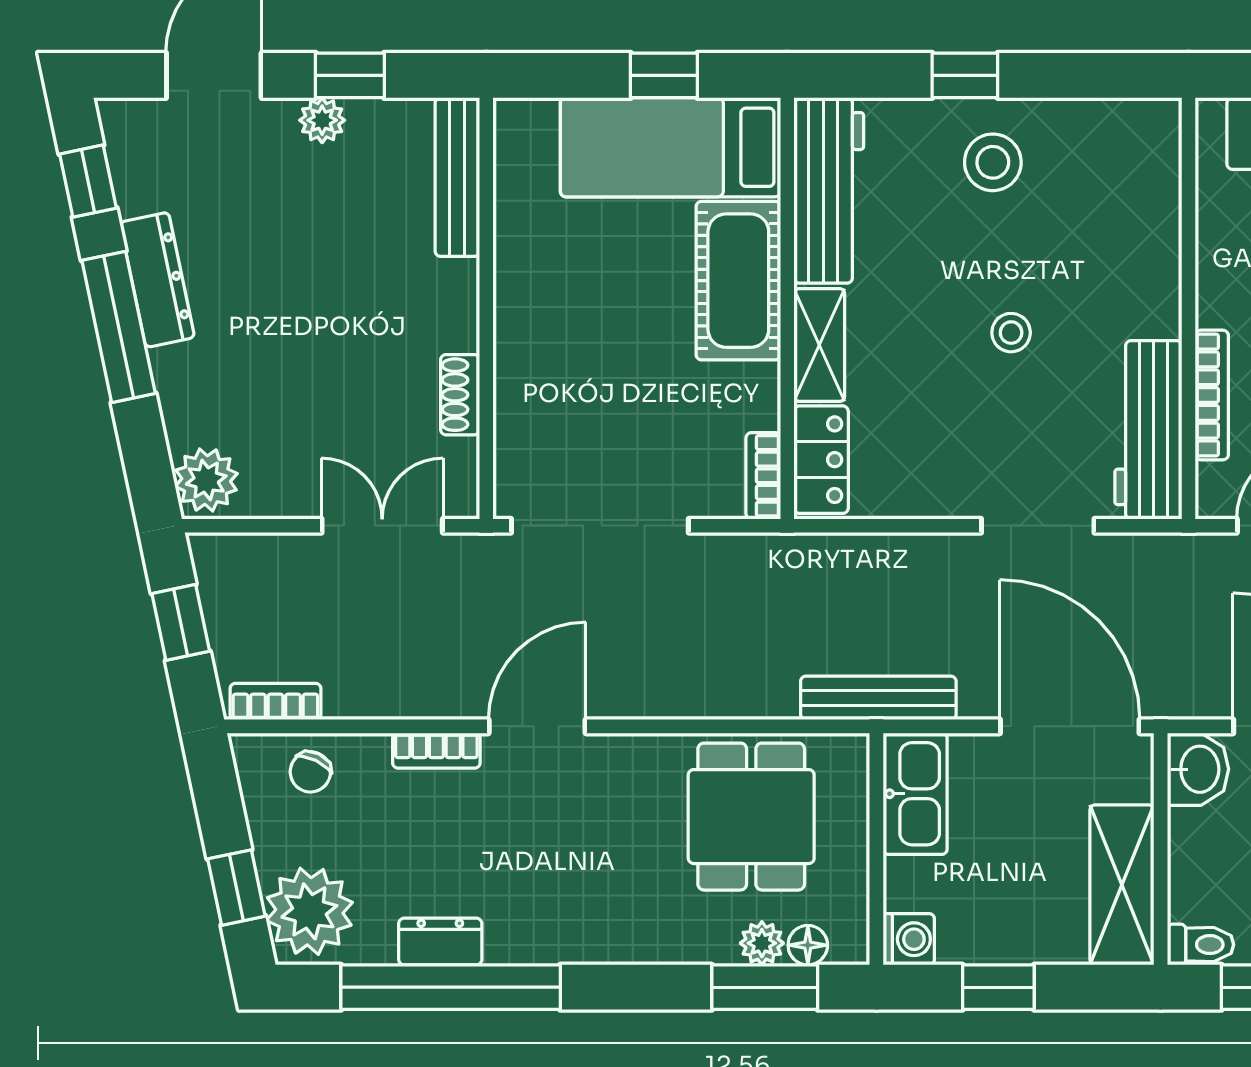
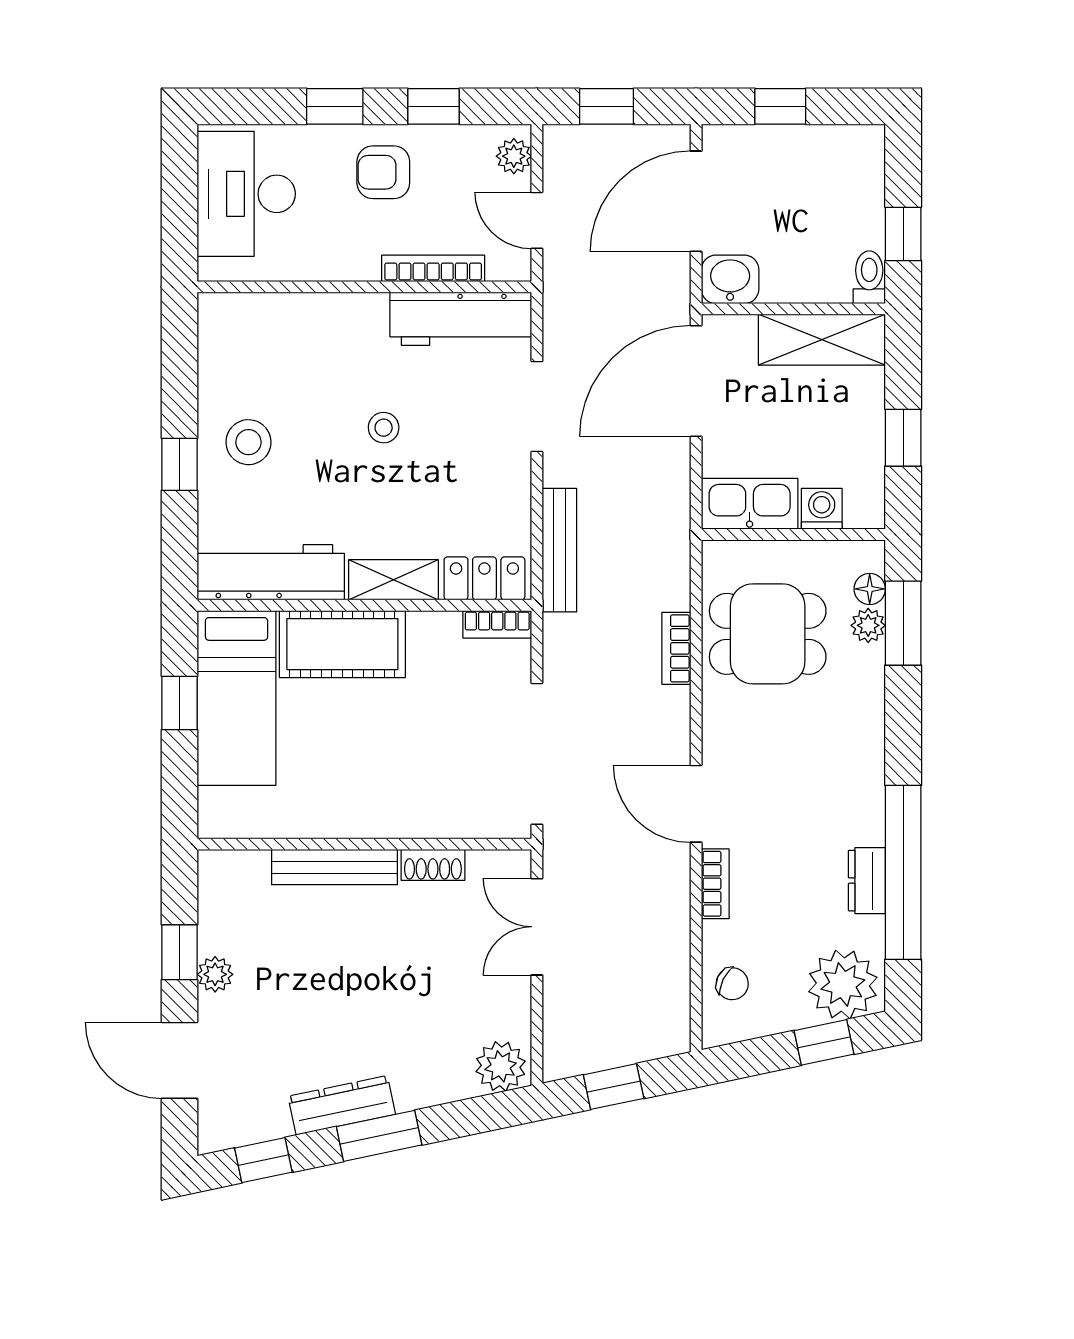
bench: (457, 177) -> (334, 867), moved
window: (119, 327) -> (379, 1136), width x0.69
bench: (878, 698) -> (559, 550), moved
bookcase: (275, 701) -> (676, 648), moved
washing machine: (909, 939) -> (822, 509), moved

